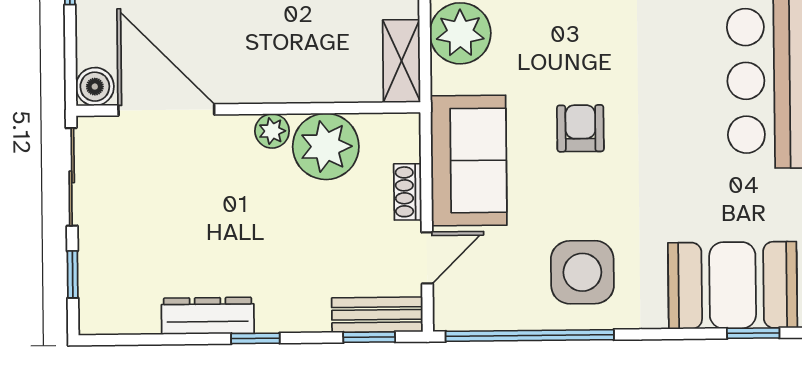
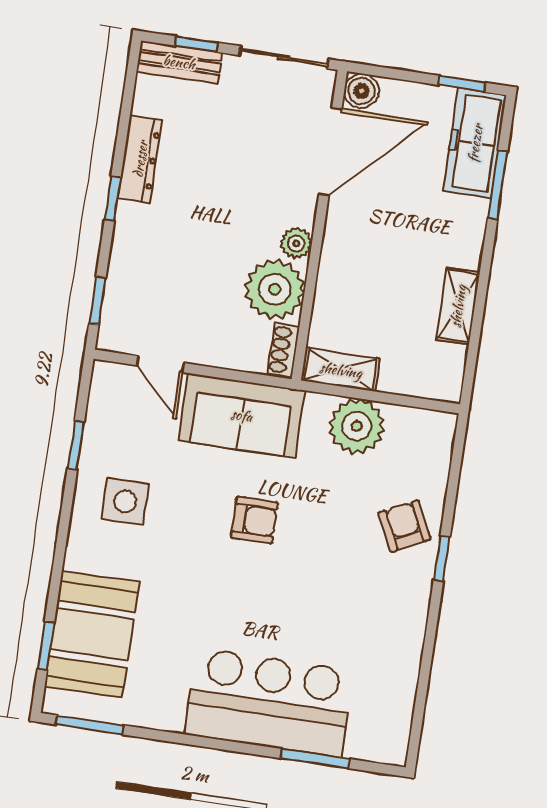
shoe rack: (408, 192) -> (284, 350), moved, turned -90
side table: (582, 272) -> (125, 501), width x0.73, depth x0.73
bench: (377, 315) -> (179, 62), moved, turned 90
window: (530, 336) -> (76, 445), width x0.32

